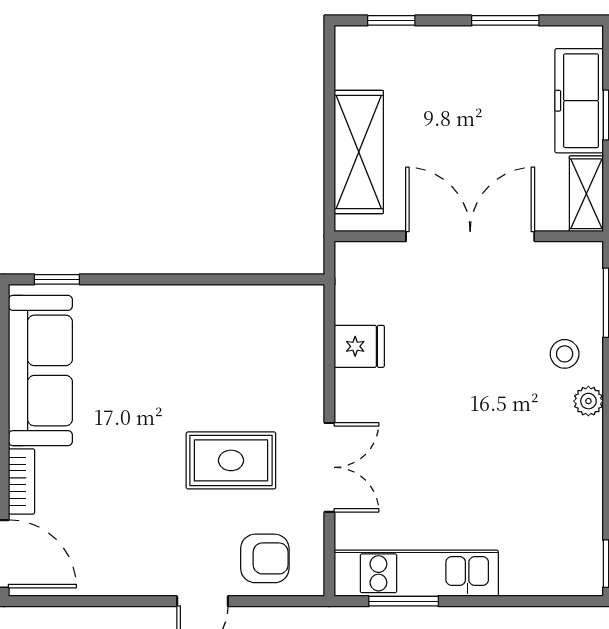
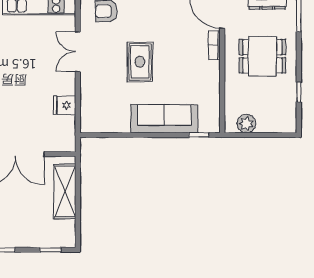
sofa: (40, 370) -> (164, 119), moved, turned 90
rug: (231, 460) -> (140, 62), moved, turned 90

